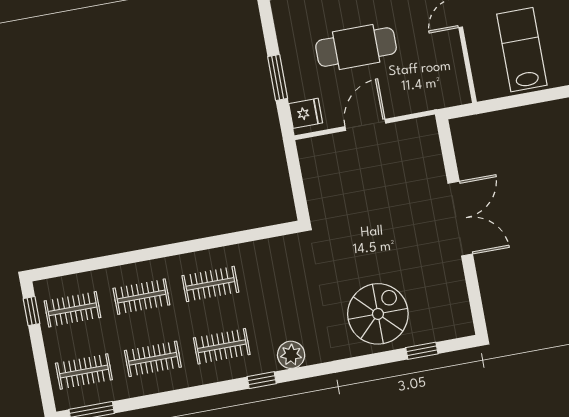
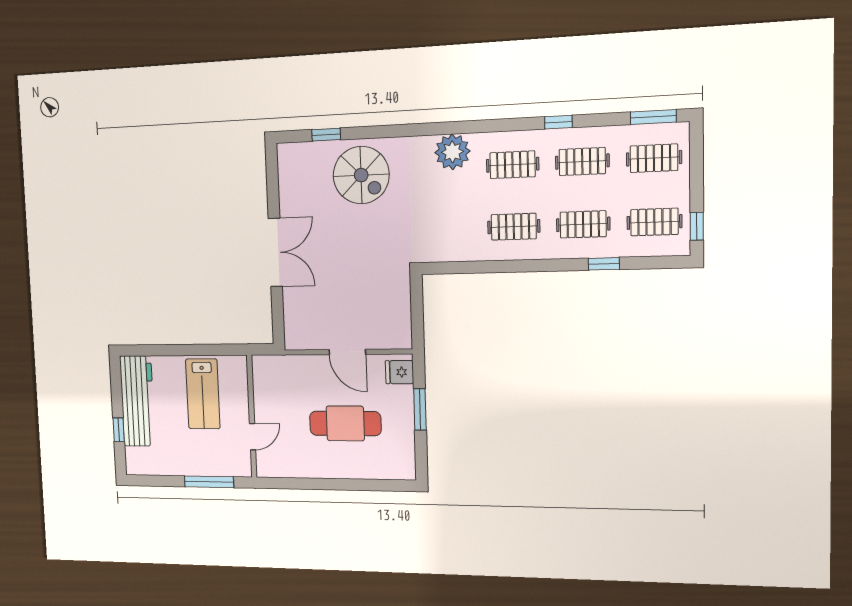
door: (365, 125) -> (347, 352), hinge flipped
double door: (460, 219) -> (275, 252), swing flipped
window: (114, 260) -> (604, 264), added
spiral stairs: (378, 314) -> (361, 175), turned -90
plant: (291, 355) -> (452, 152), width x1.36, depth x1.36
window: (262, 380) -> (558, 122), moved

